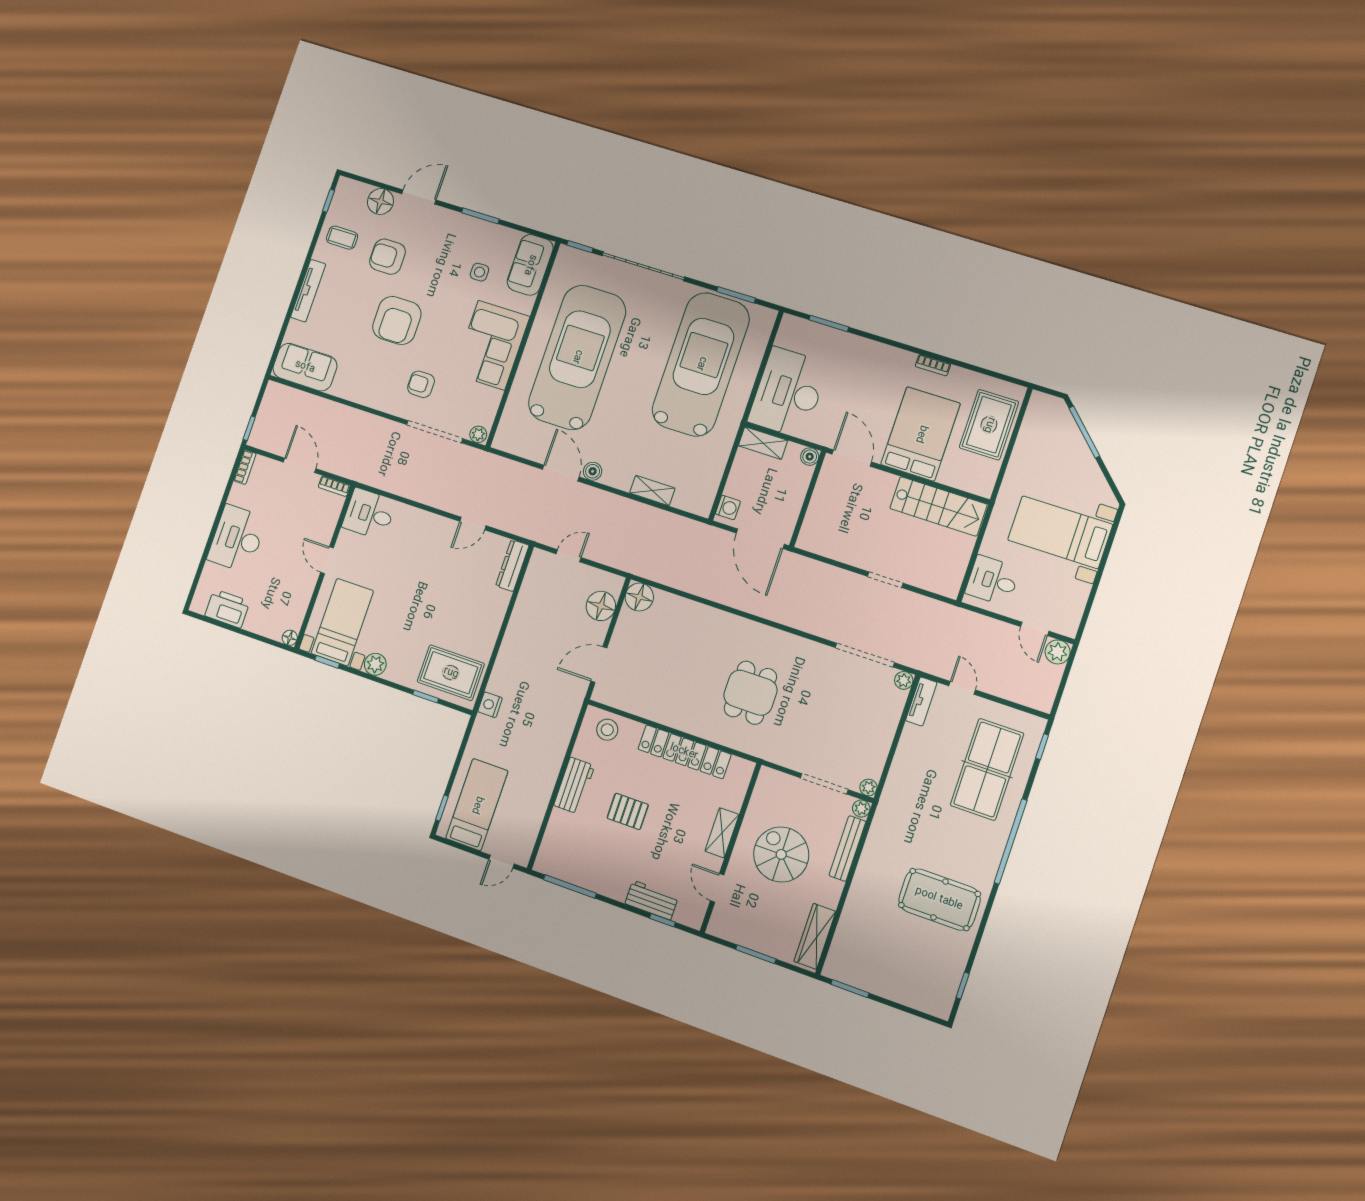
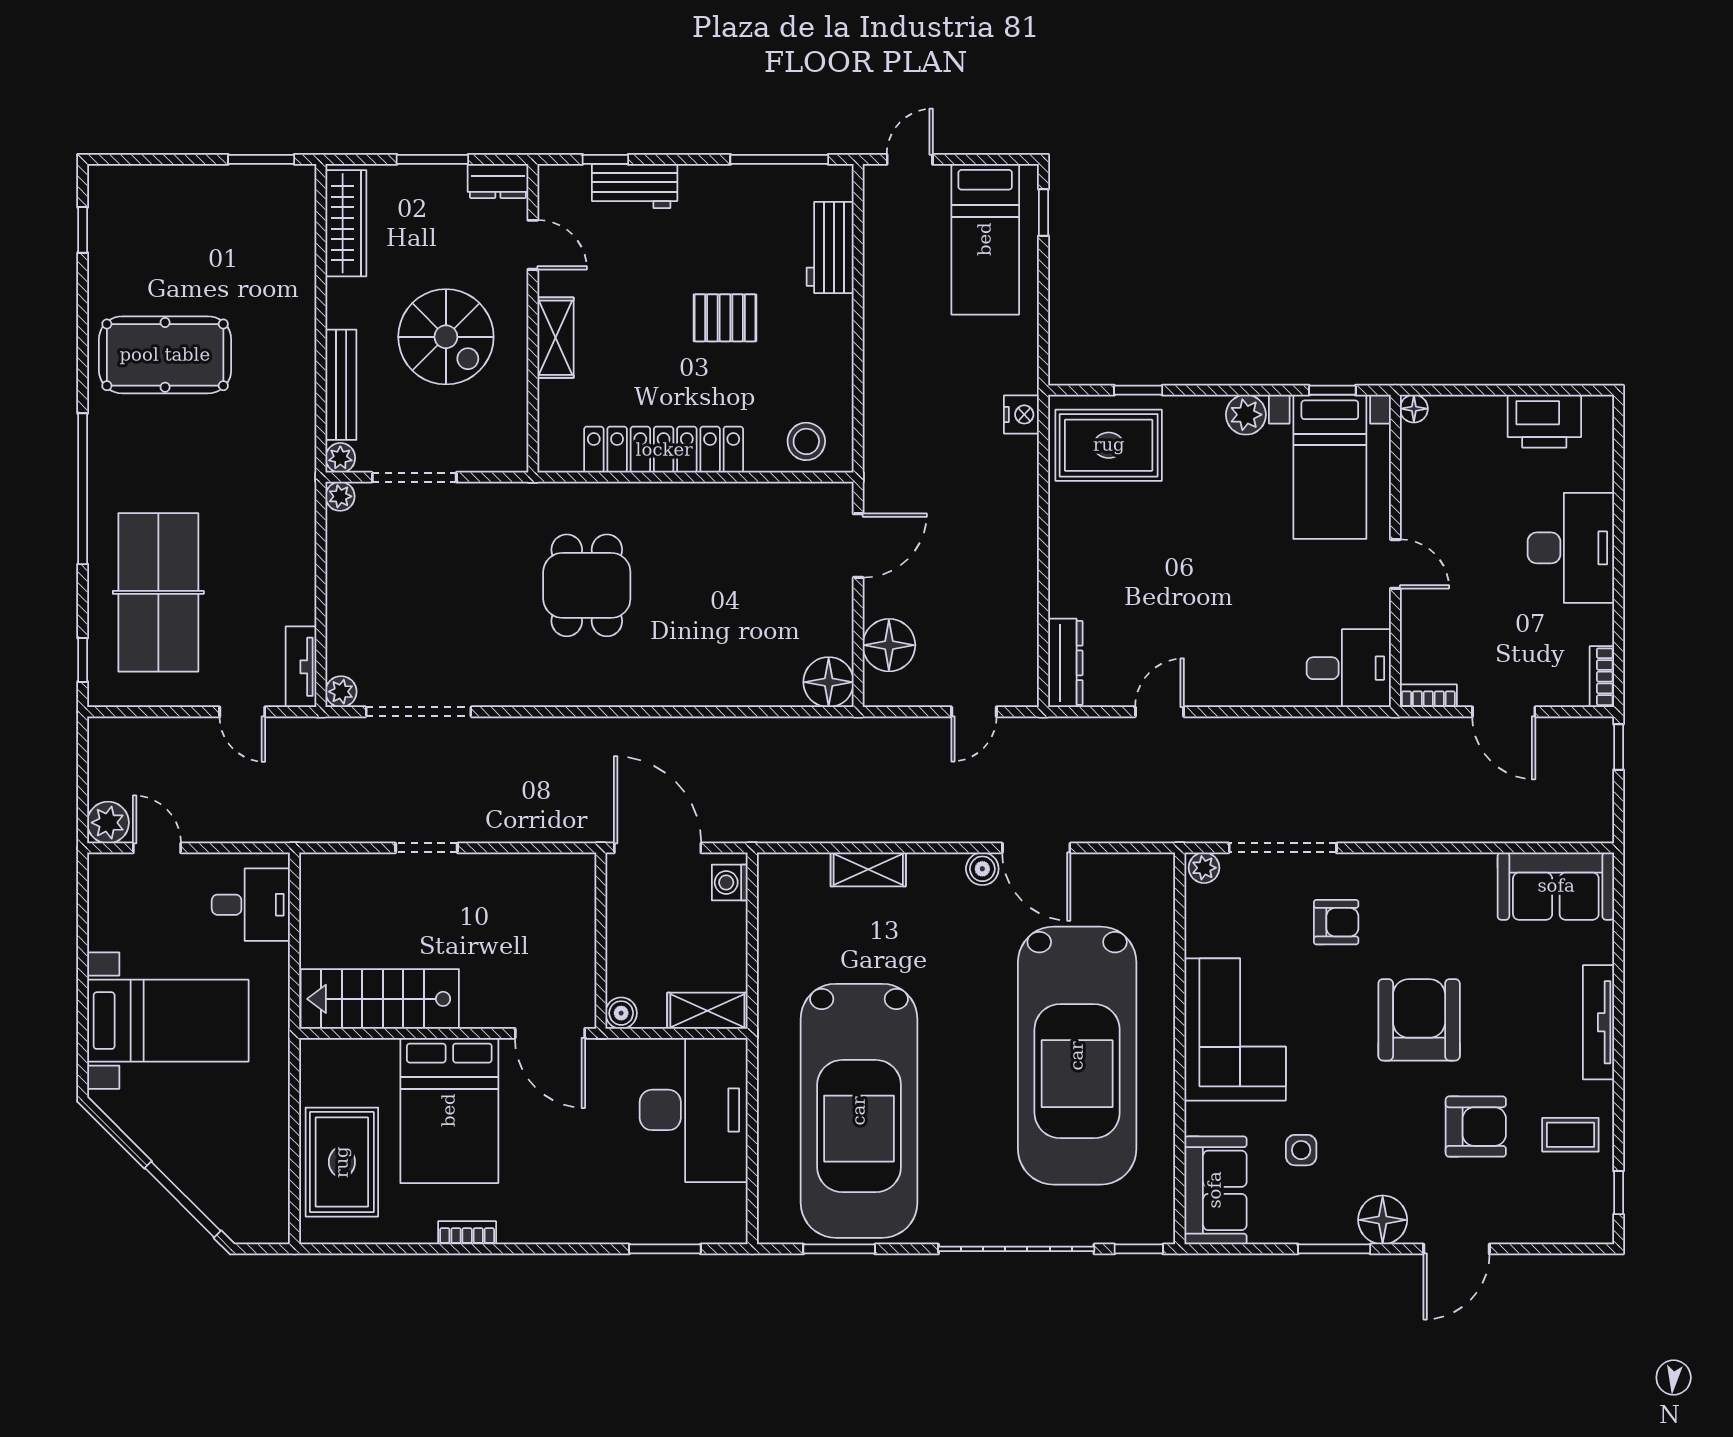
floor lamp: (380, 201) -> (1383, 1220), moved
workbench: (574, 785) -> (830, 247), moved
dresser: (724, 930) -> (498, 181), added

